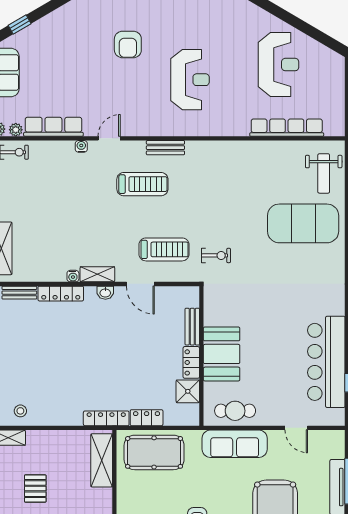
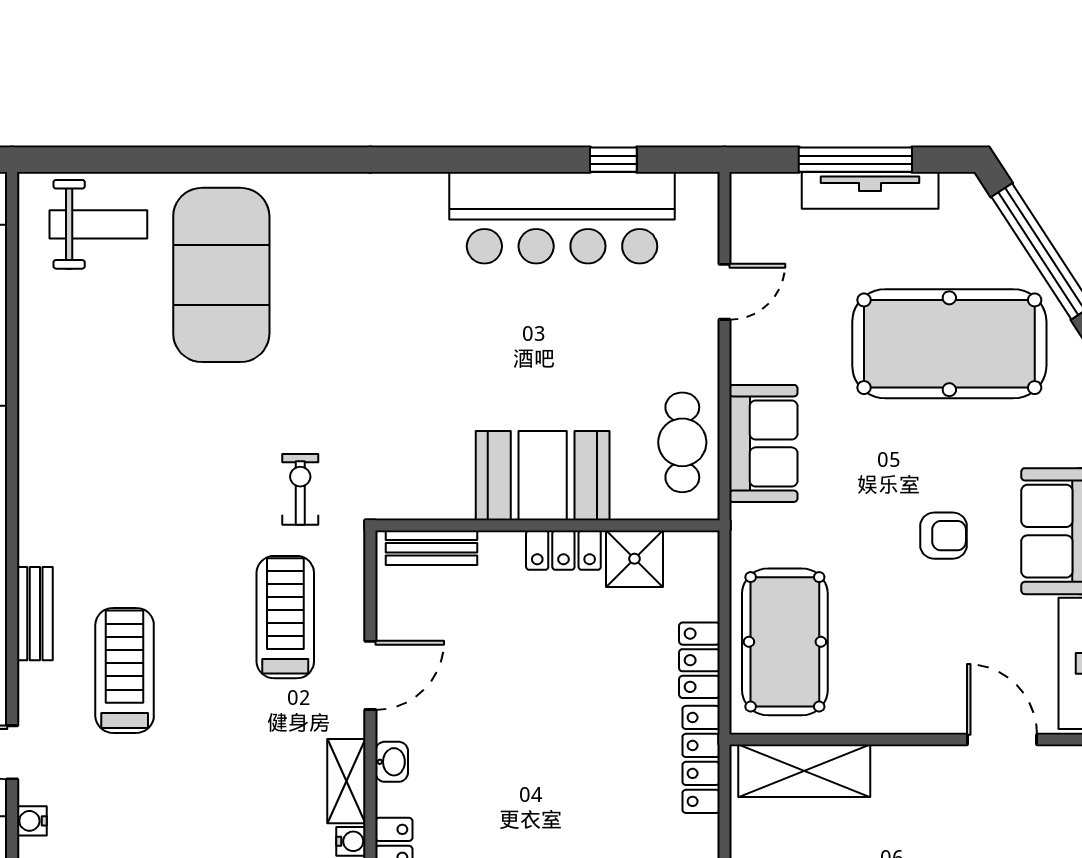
bench: (192, 327) -> (432, 548), moved
sofa: (235, 444) -> (763, 443), width x0.73

